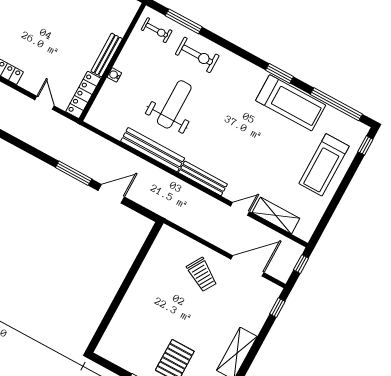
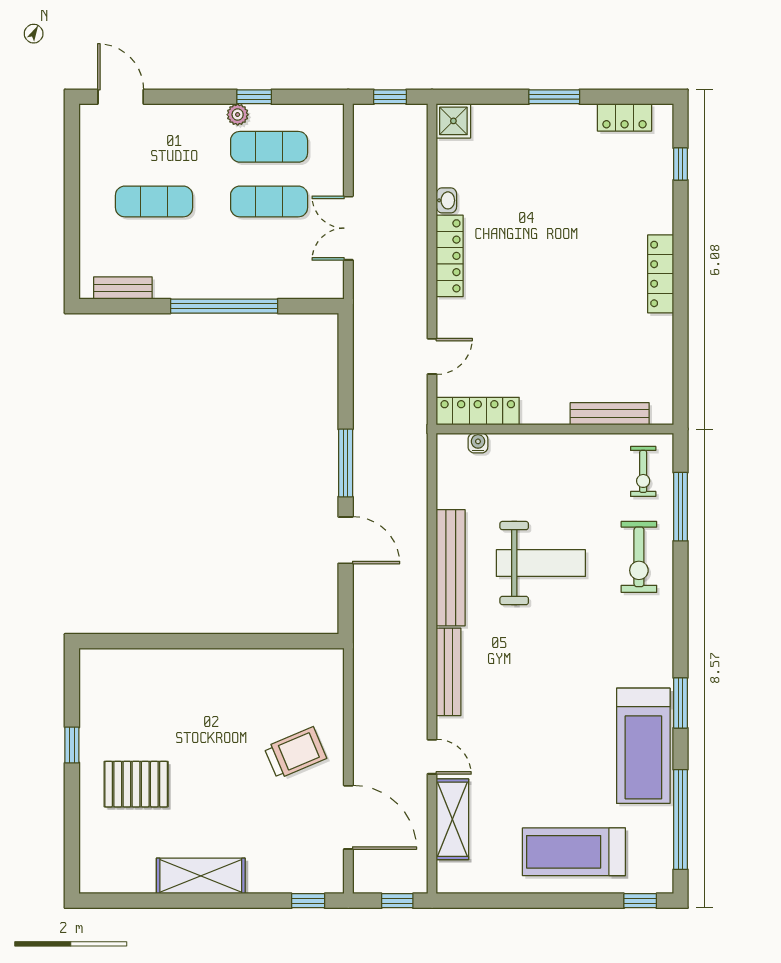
bench: (107, 55) -> (610, 414), moved
water cooler: (114, 75) -> (478, 443), moved
trolley: (202, 275) -> (295, 753), turned -144

